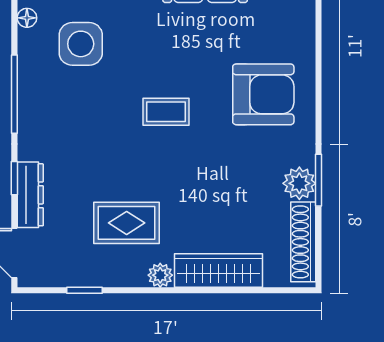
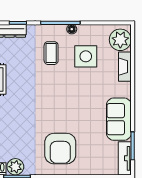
floor lamp: (27, 18) -> (72, 29), moved
coffee table: (166, 112) -> (51, 53), moved

